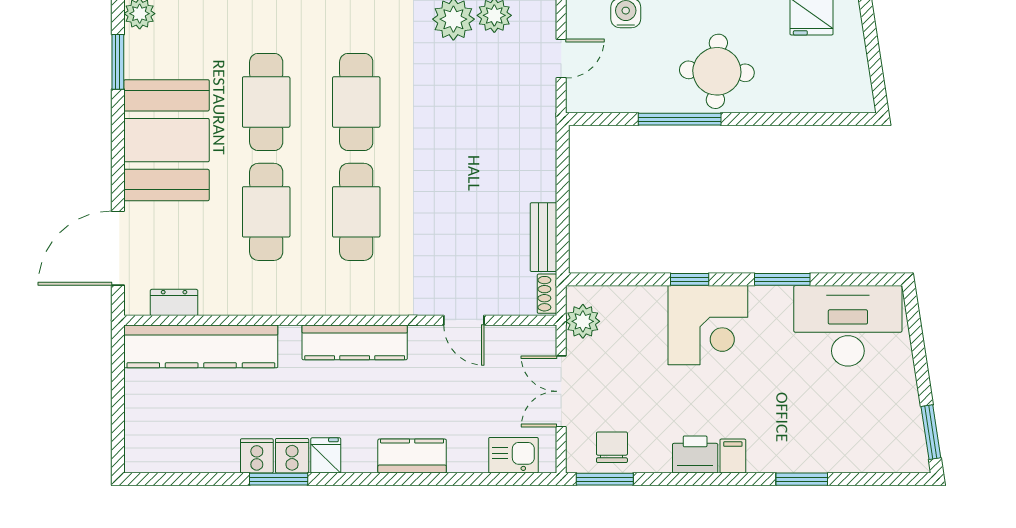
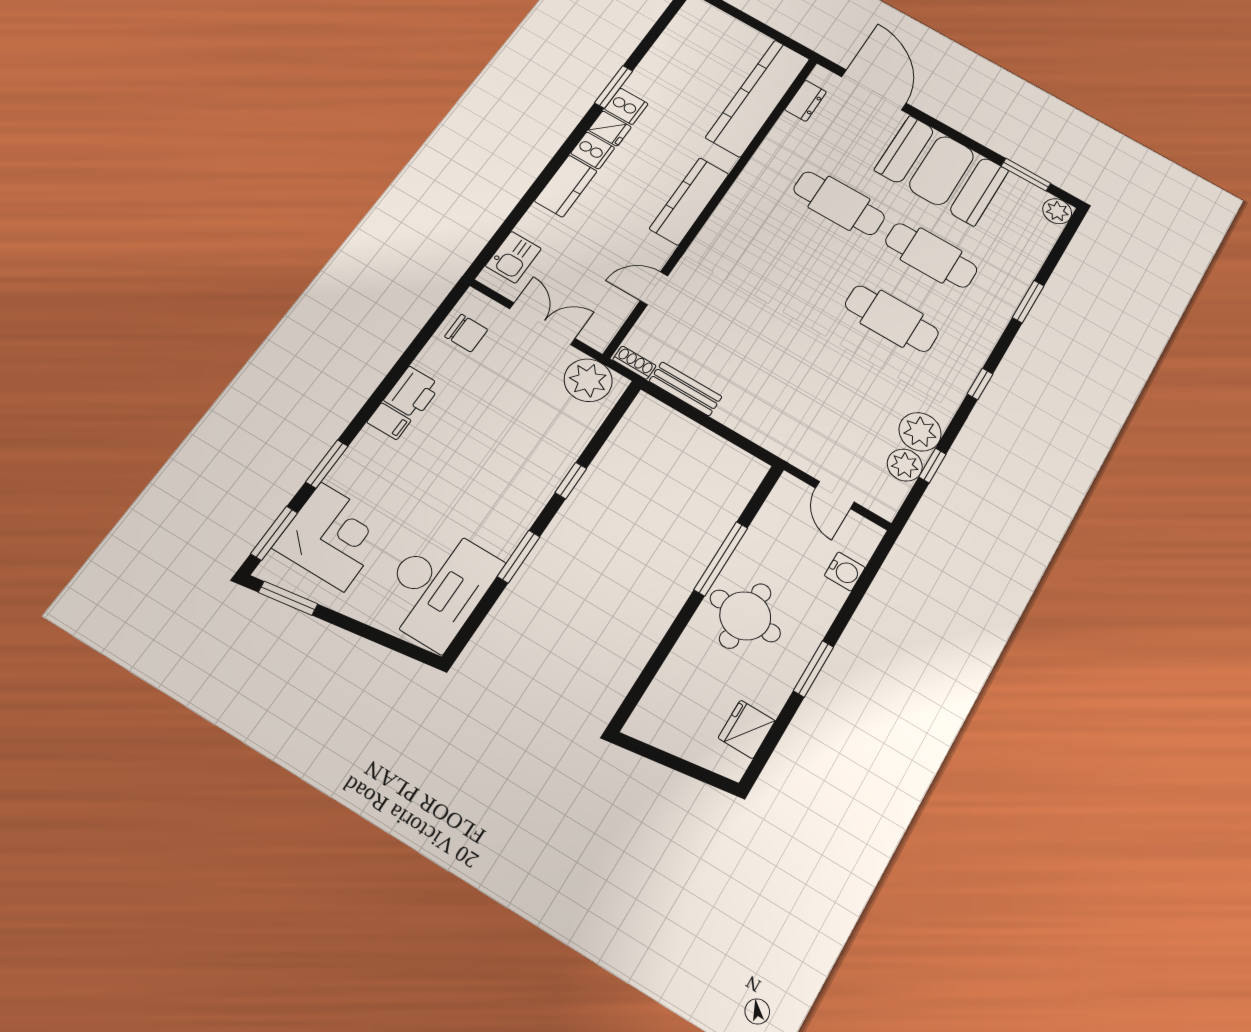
cafe table: (356, 212) -> (798, 265), removed
plant: (583, 321) -> (588, 380), width x1.36, depth x1.36
corner desk: (708, 325) -> (332, 536), moved, turned 180
cooker: (257, 456) -> (593, 150), moved
window: (605, 479) -> (274, 533), moved

